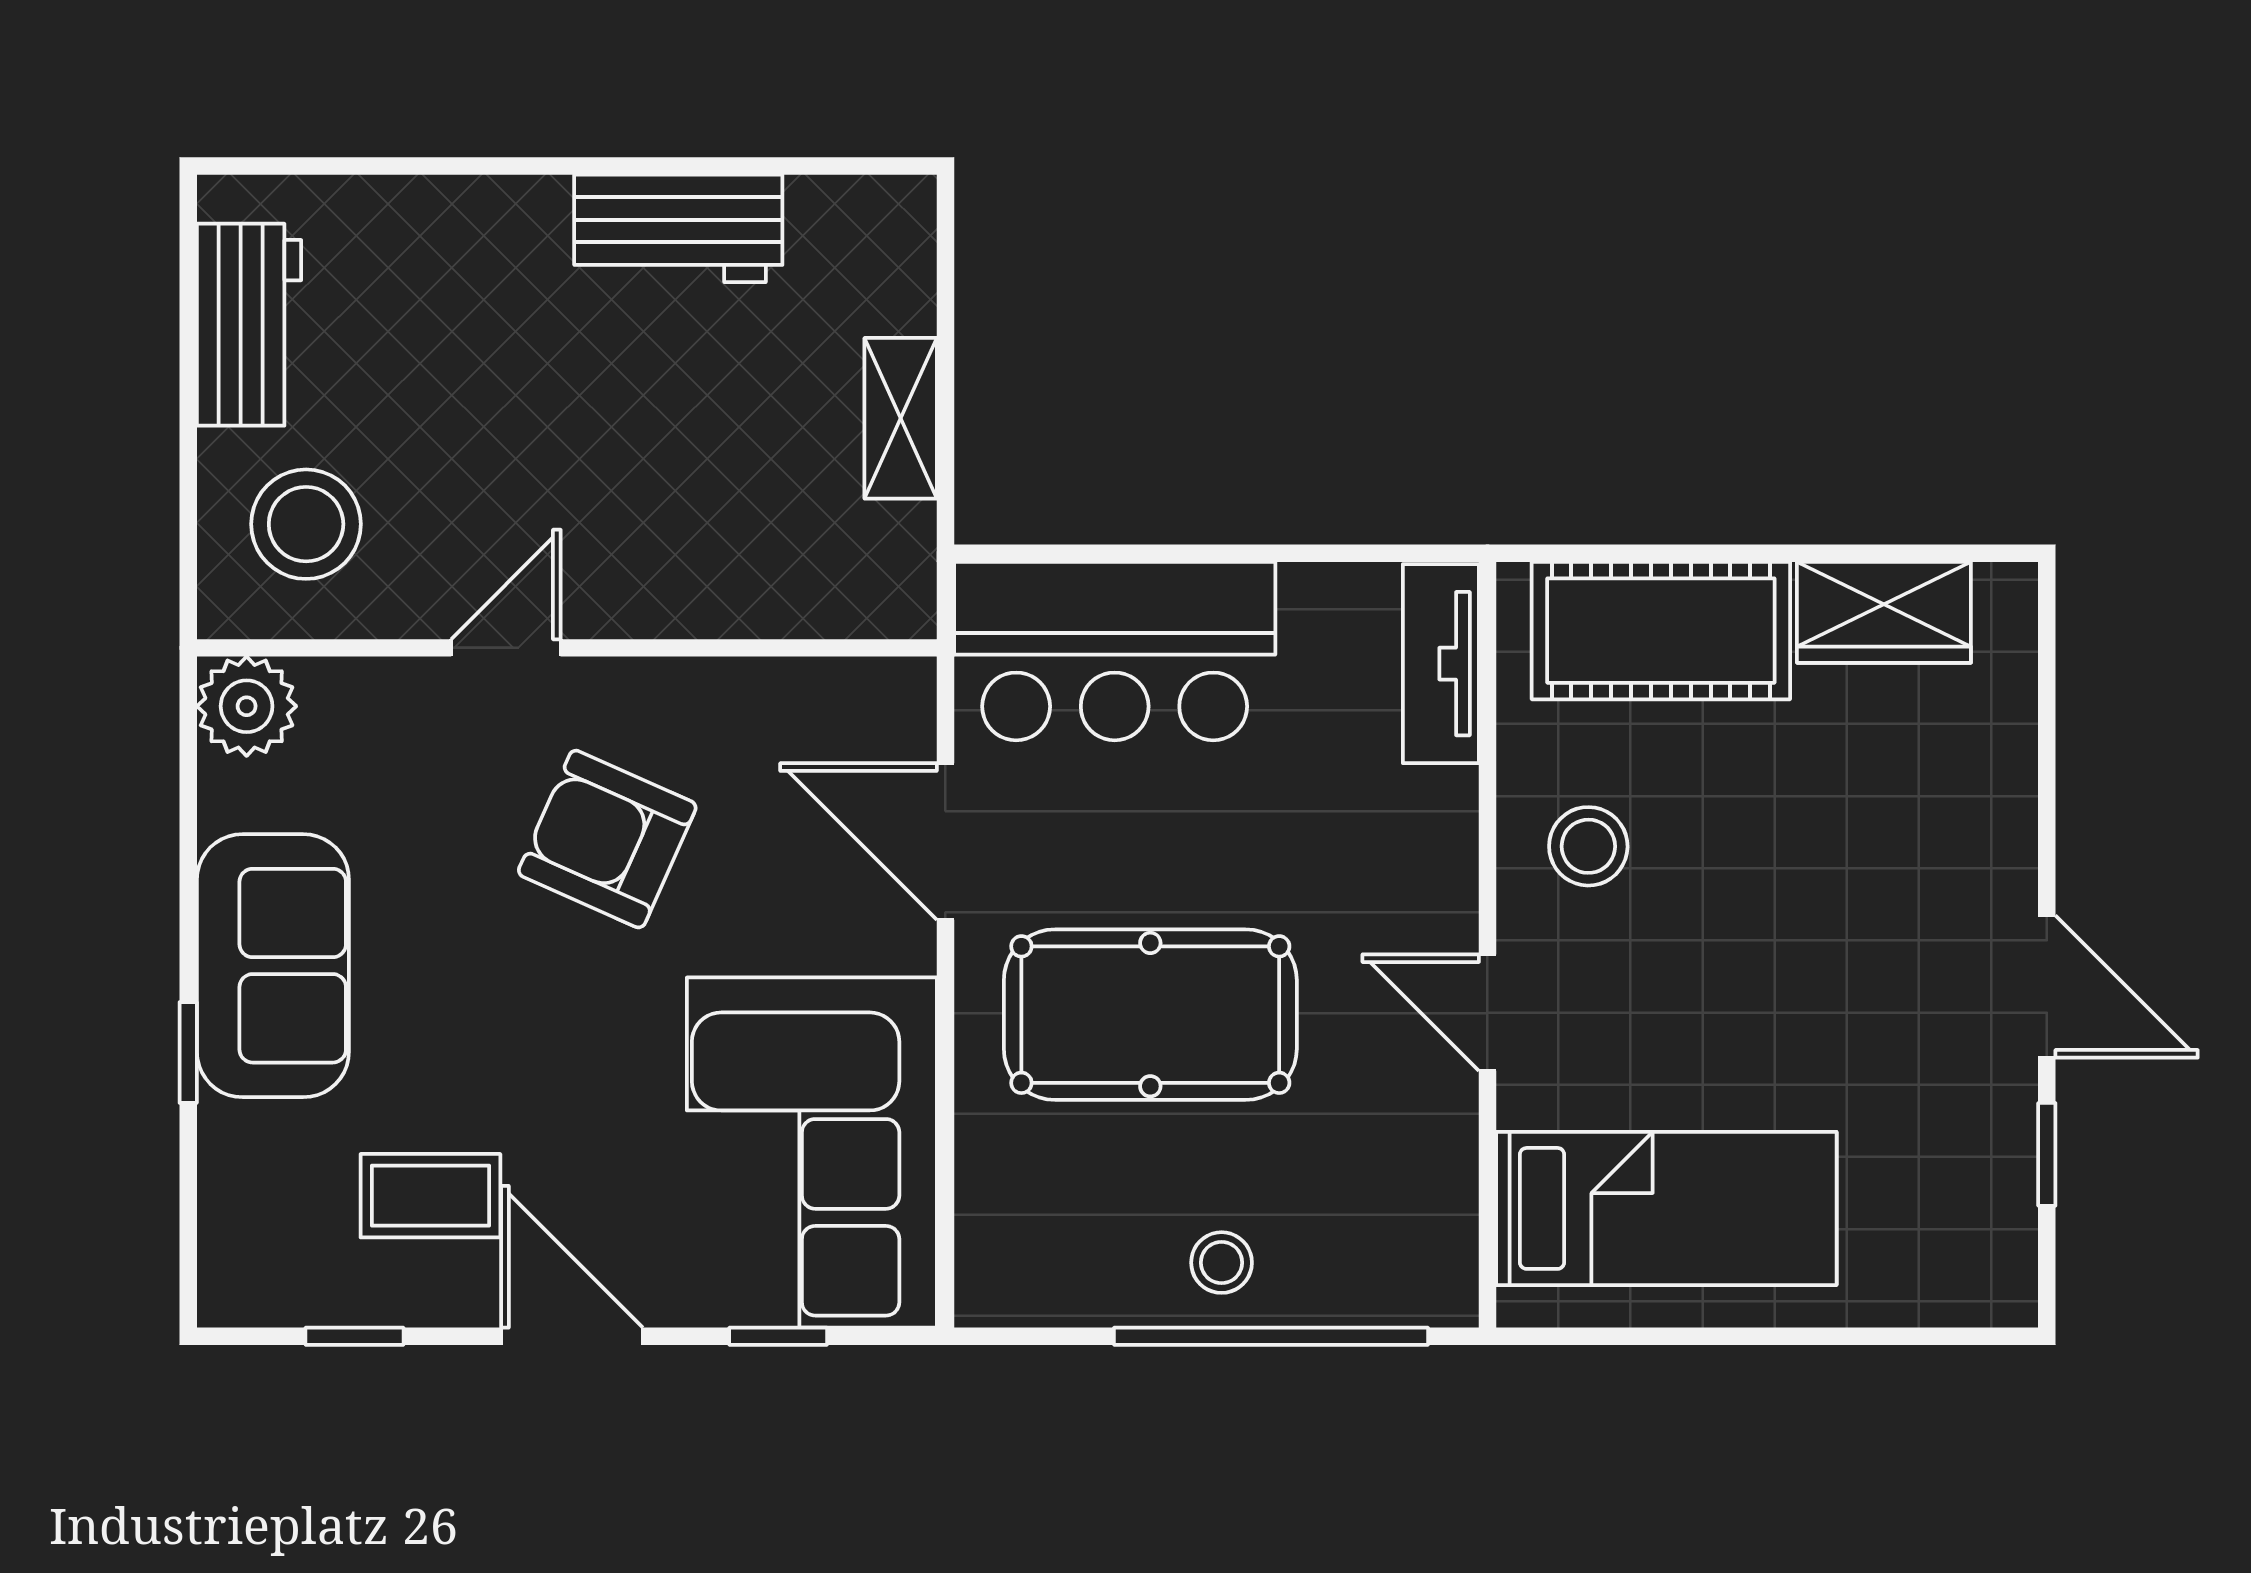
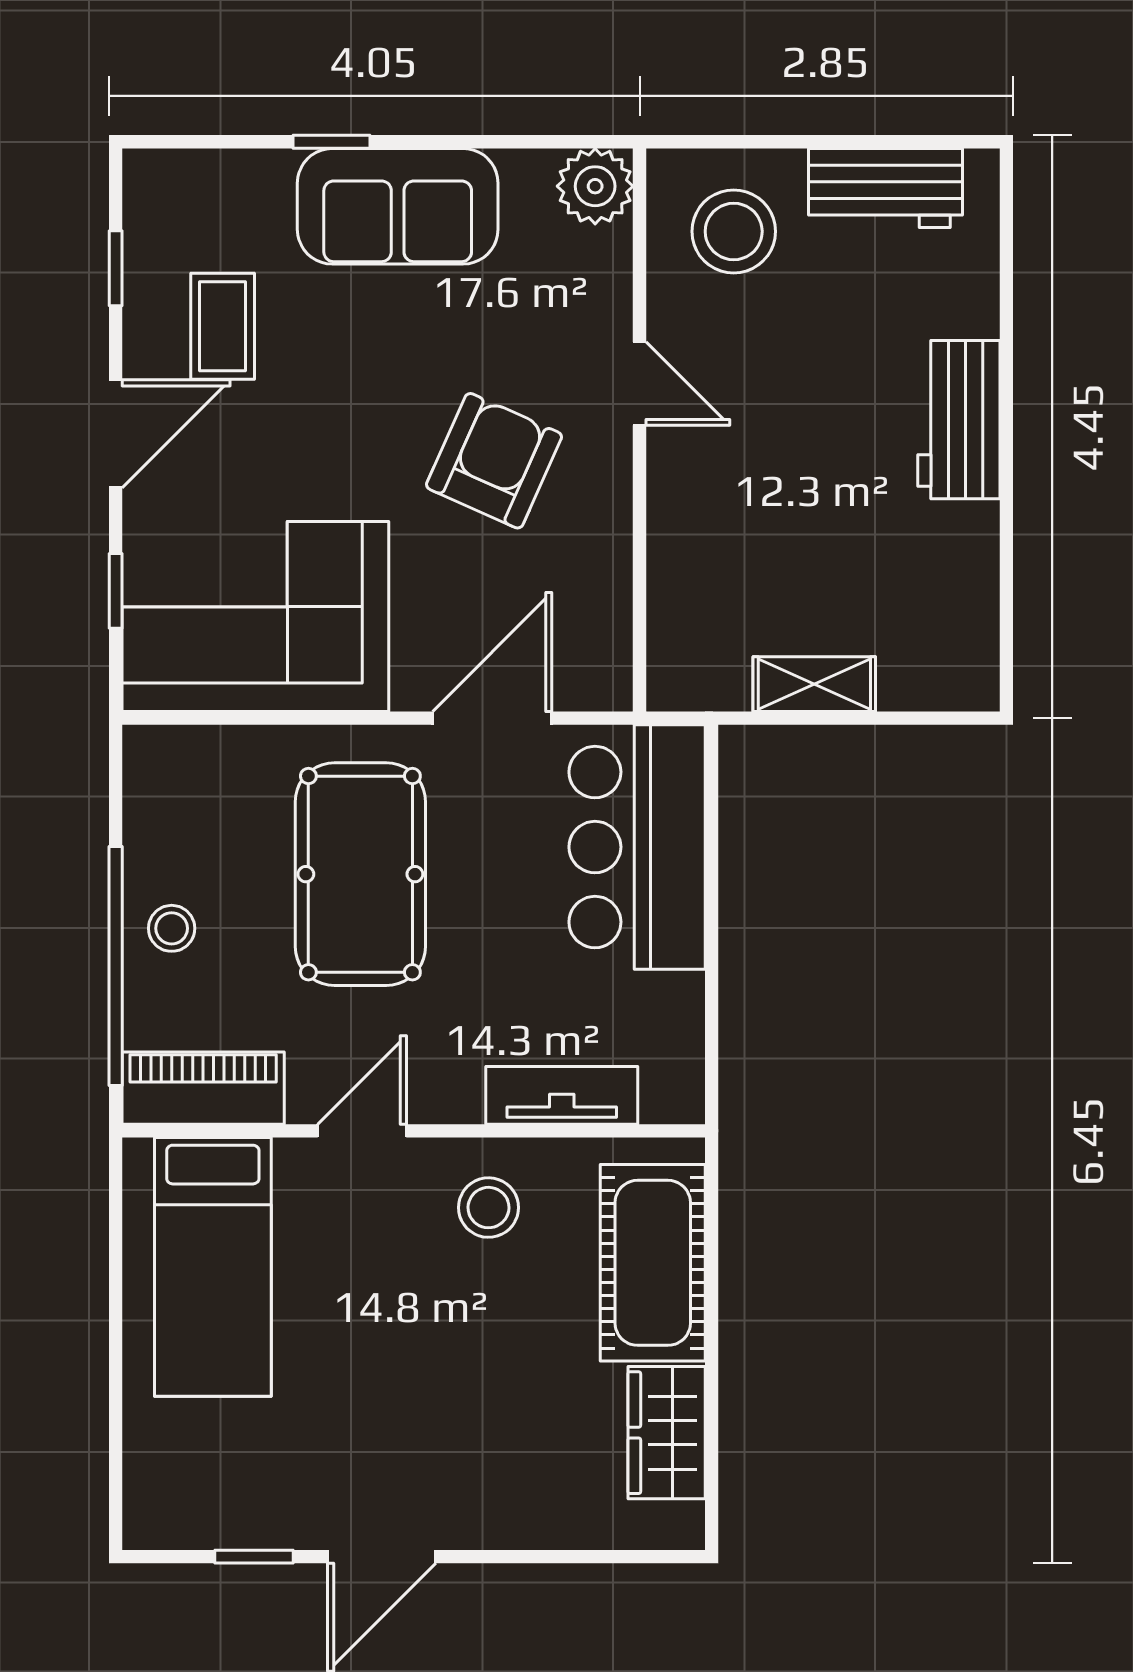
workbench: (678, 228) -> (959, 420), moved
tv unit: (1441, 664) -> (562, 1095), moved
piano: (1431, 1221) -> (203, 1088), added

